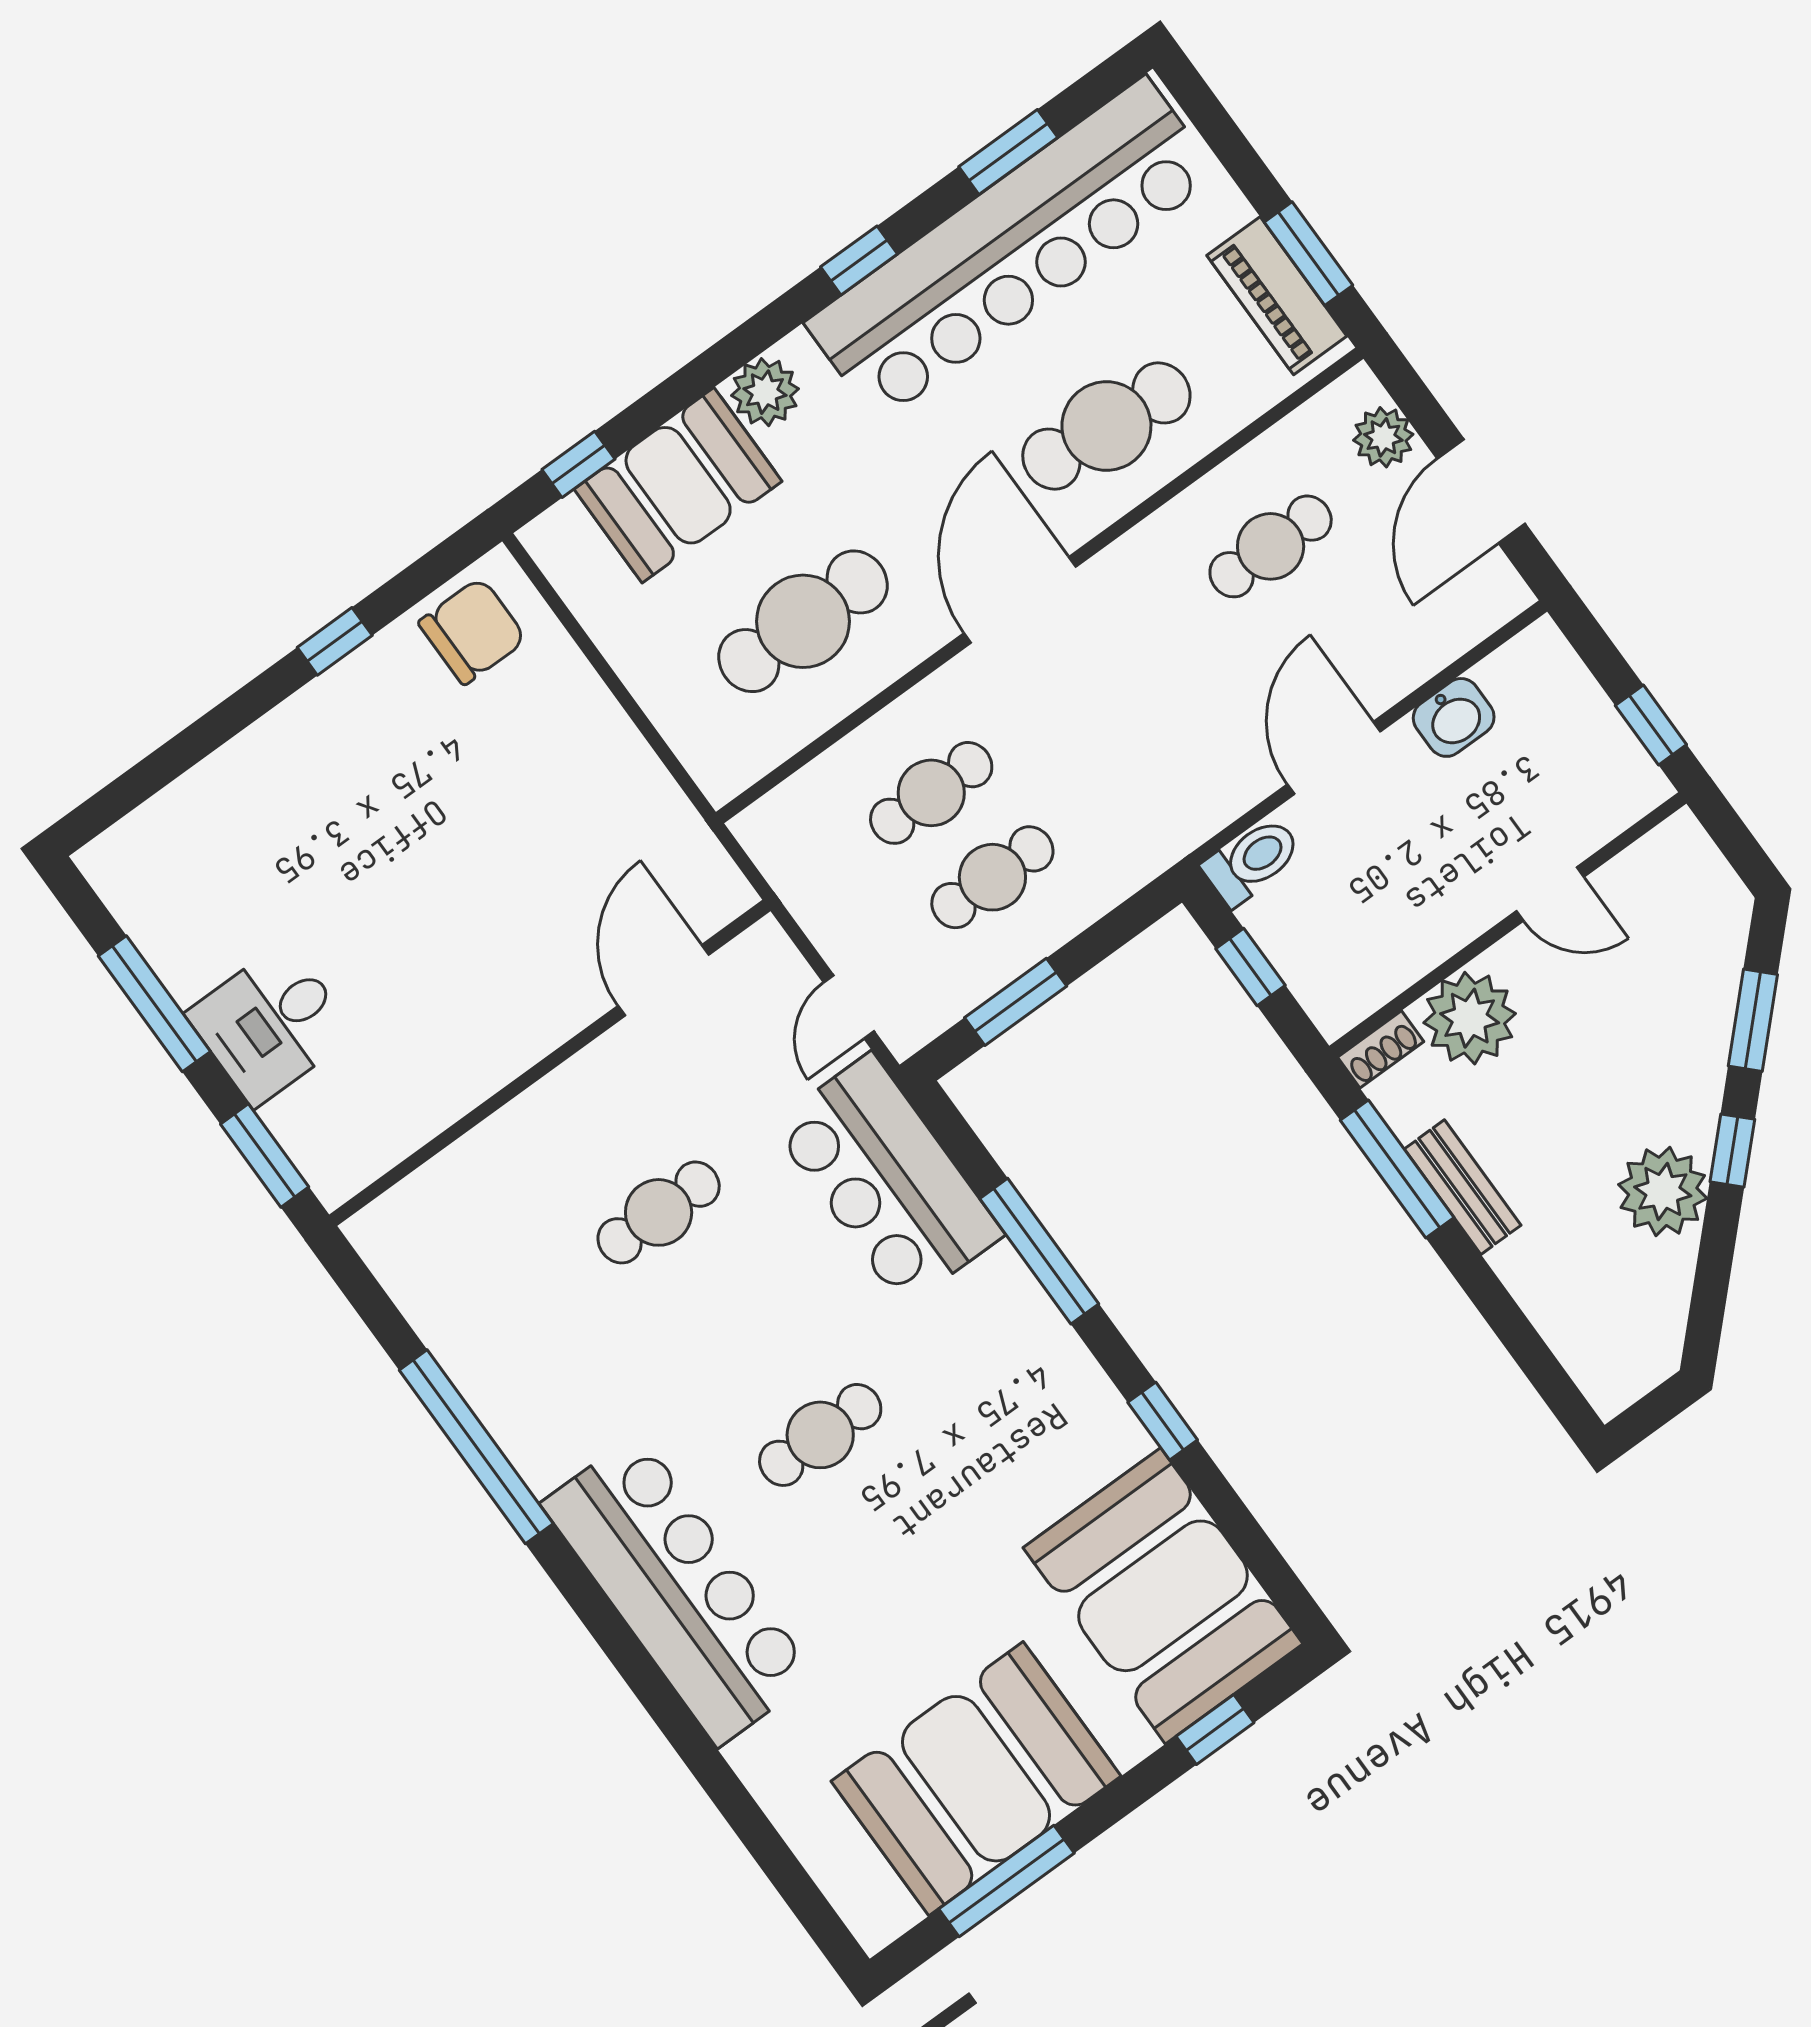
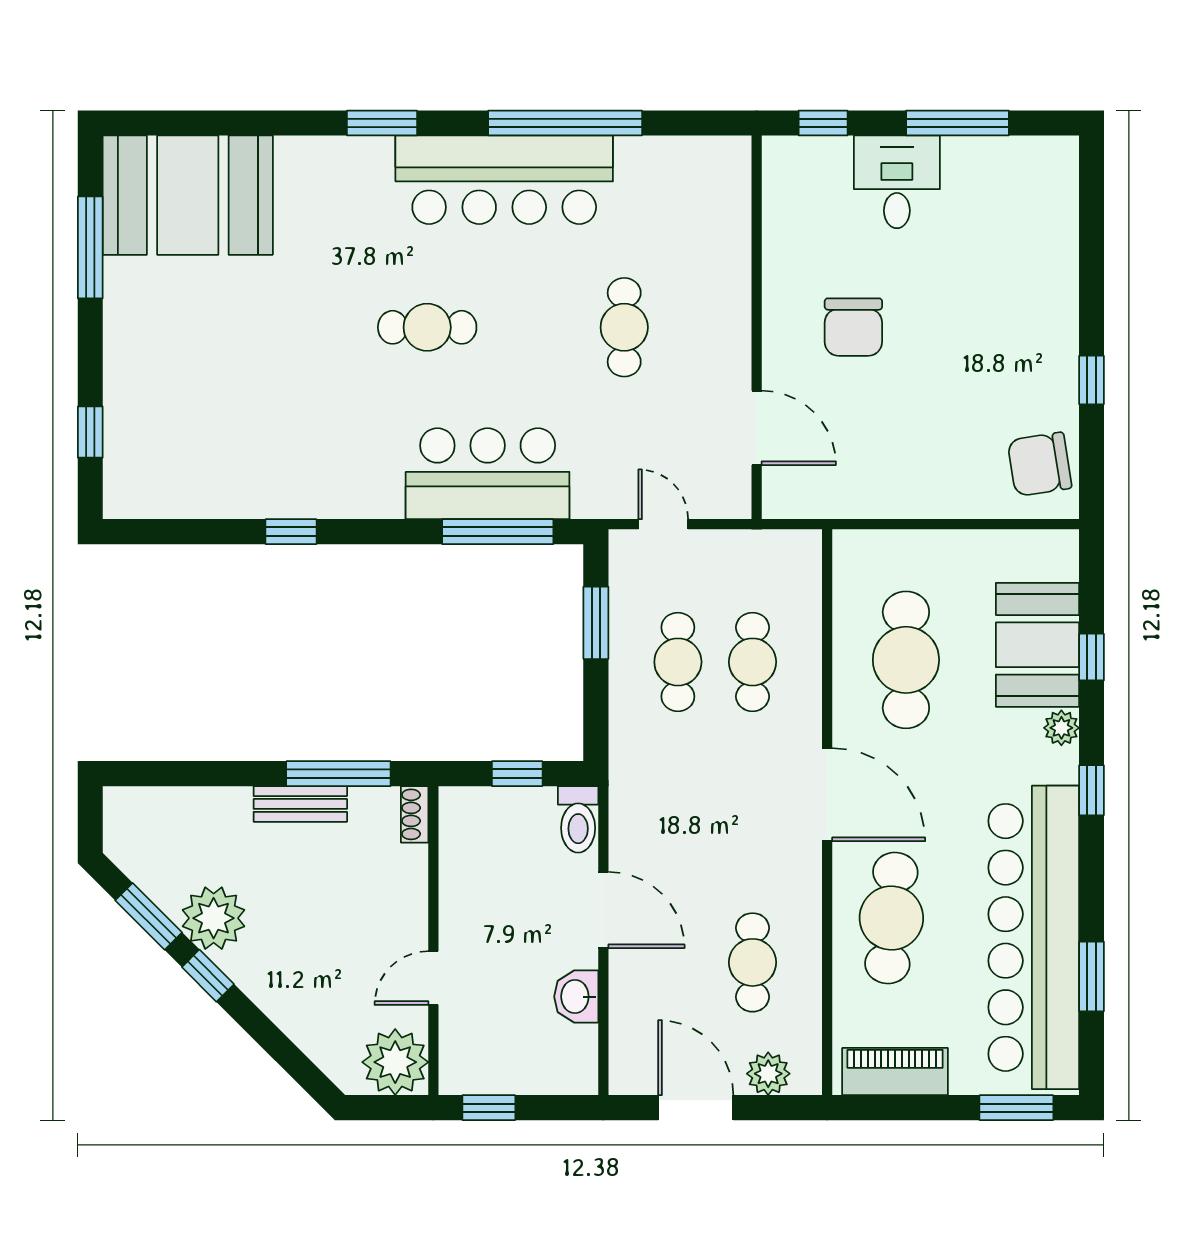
window: (1308, 254) -> (1016, 1108), moved
window: (859, 260) -> (1092, 790), moved
plant: (765, 392) -> (1061, 728), width x0.73, depth x0.73
window: (578, 464) -> (1092, 657), moved
chair: (472, 631) -> (1040, 464), turned 81
chair: (470, 954) -> (853, 327), added
plant: (1470, 1018) -> (395, 1062), moved
window: (1753, 1020) -> (149, 916), moved
window: (265, 1156) -> (823, 123), width x0.67
bar counter: (887, 1180) -> (488, 474), moved
window: (1039, 1251) -> (498, 532), moved
cafe table: (820, 1435) -> (427, 327), turned 90
bar counter: (678, 1590) -> (504, 180), moved
booth: (1163, 1596) -> (190, 458), removed
window: (627, 1654) -> (382, 123), added
booth: (976, 1779) -> (188, 195), moved, turned 90

